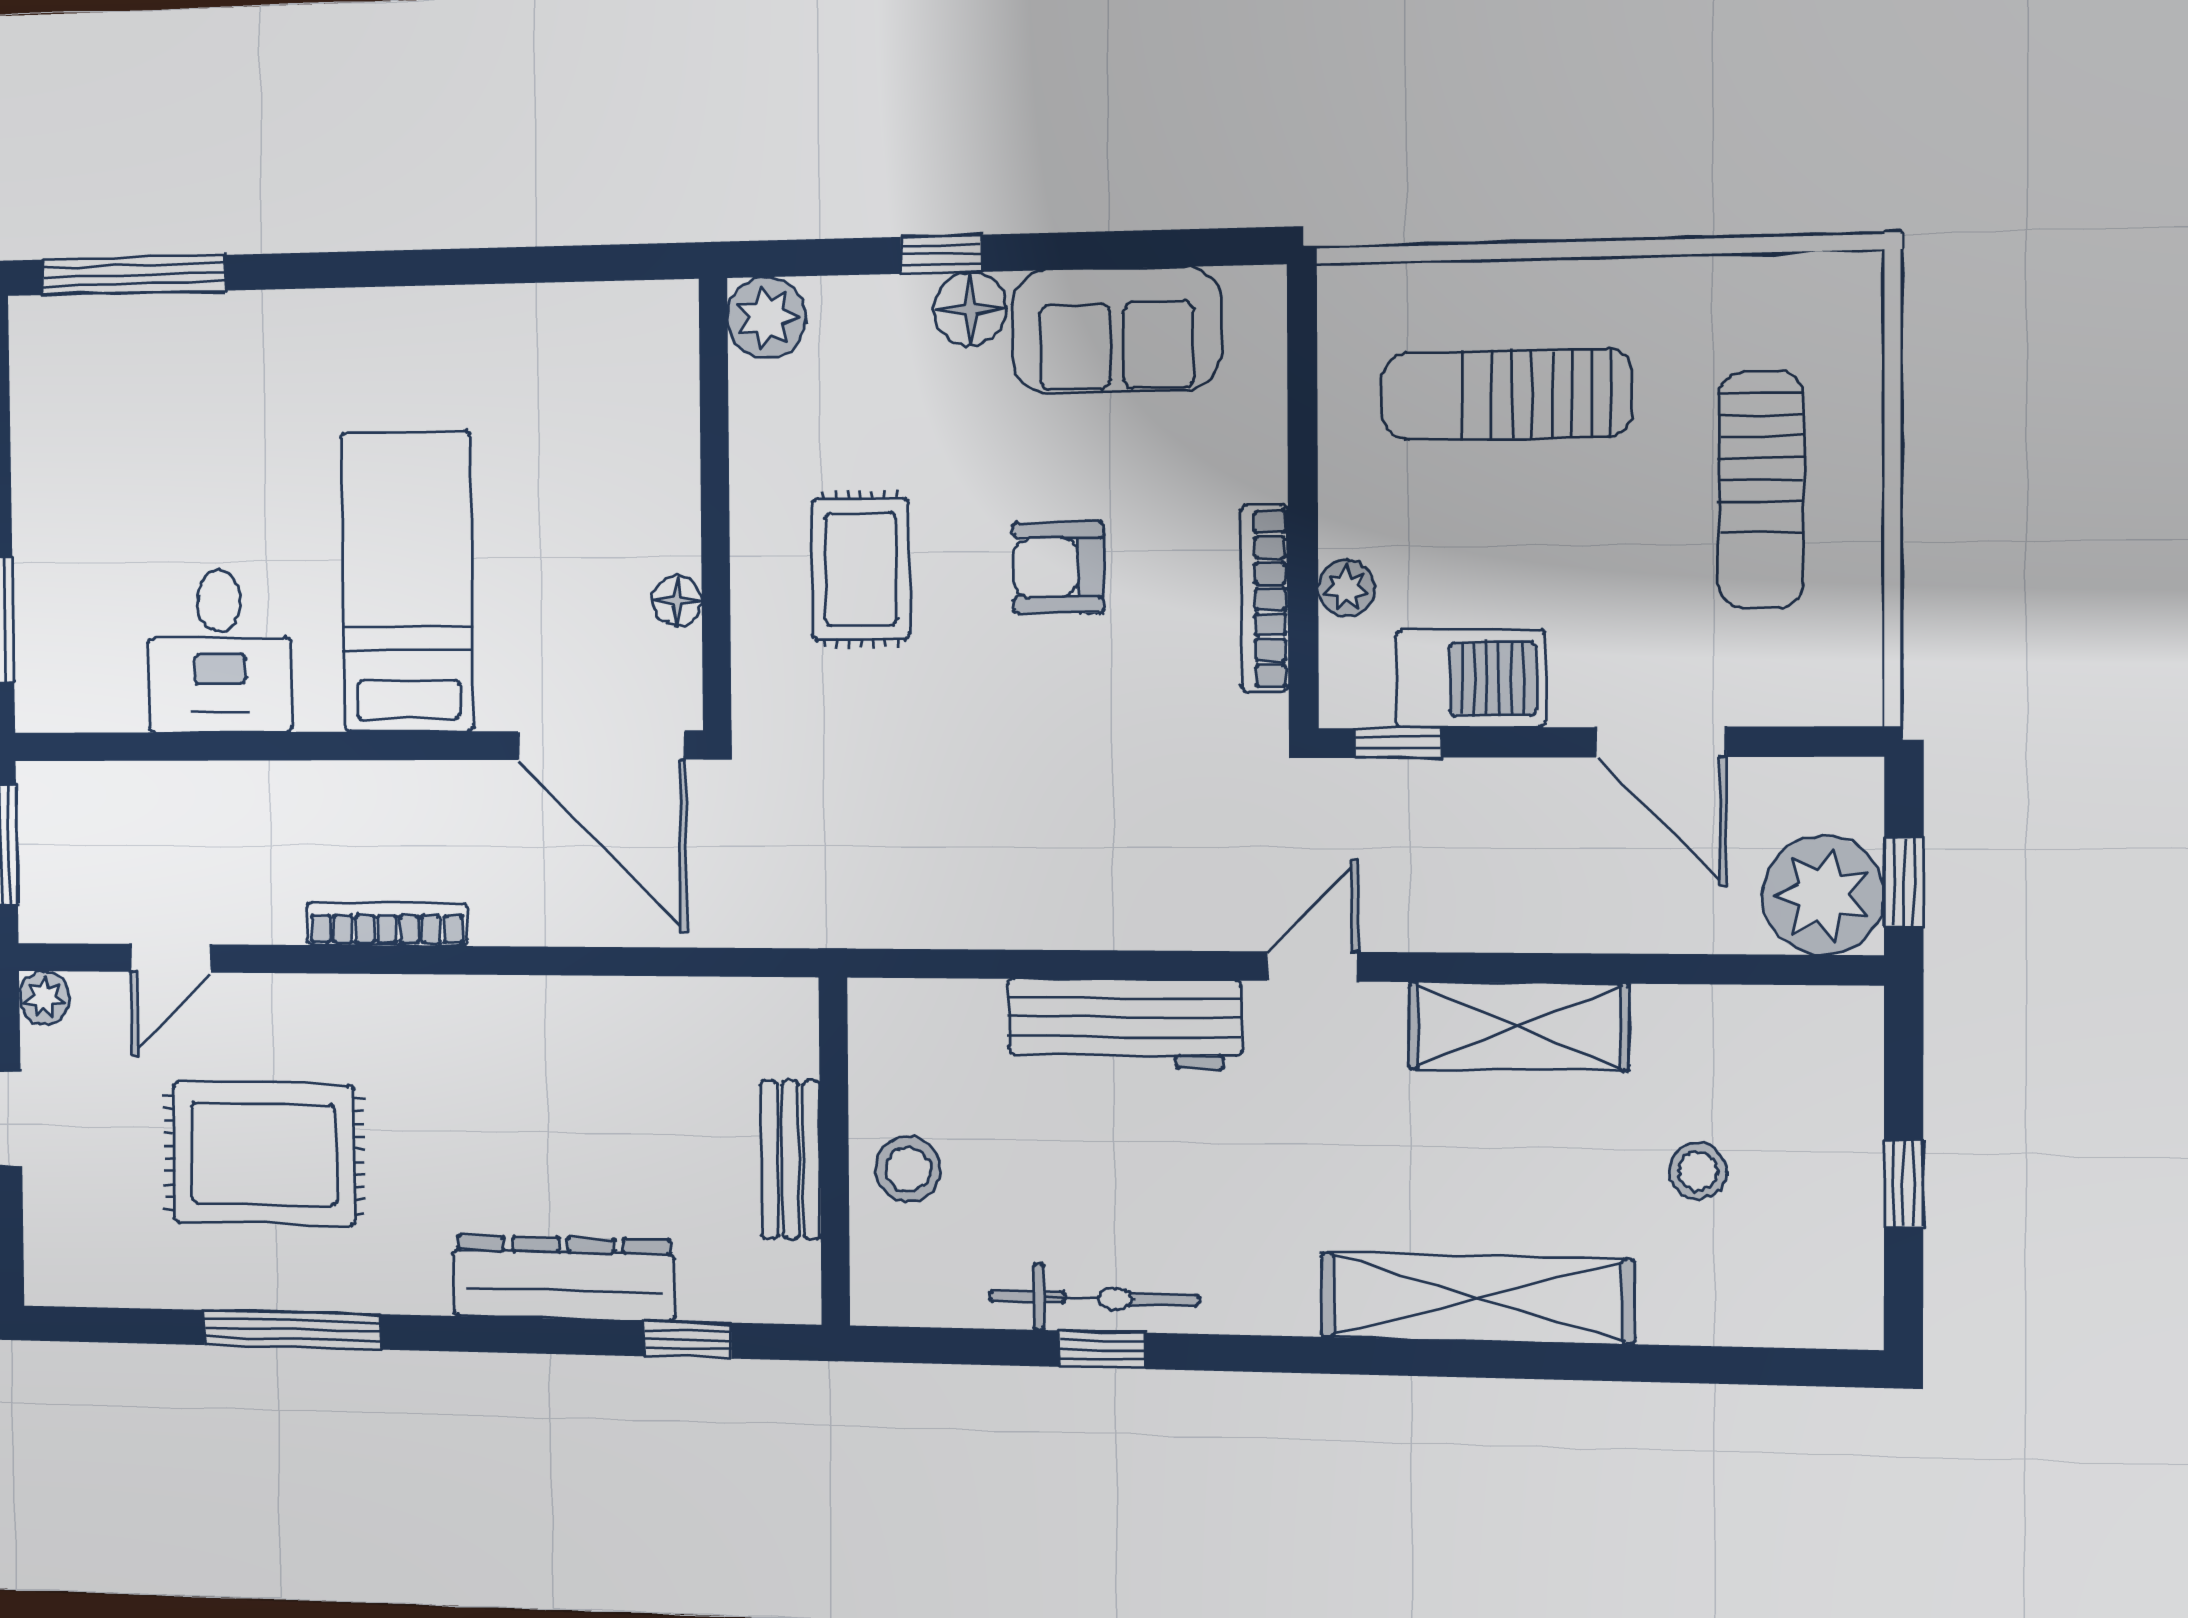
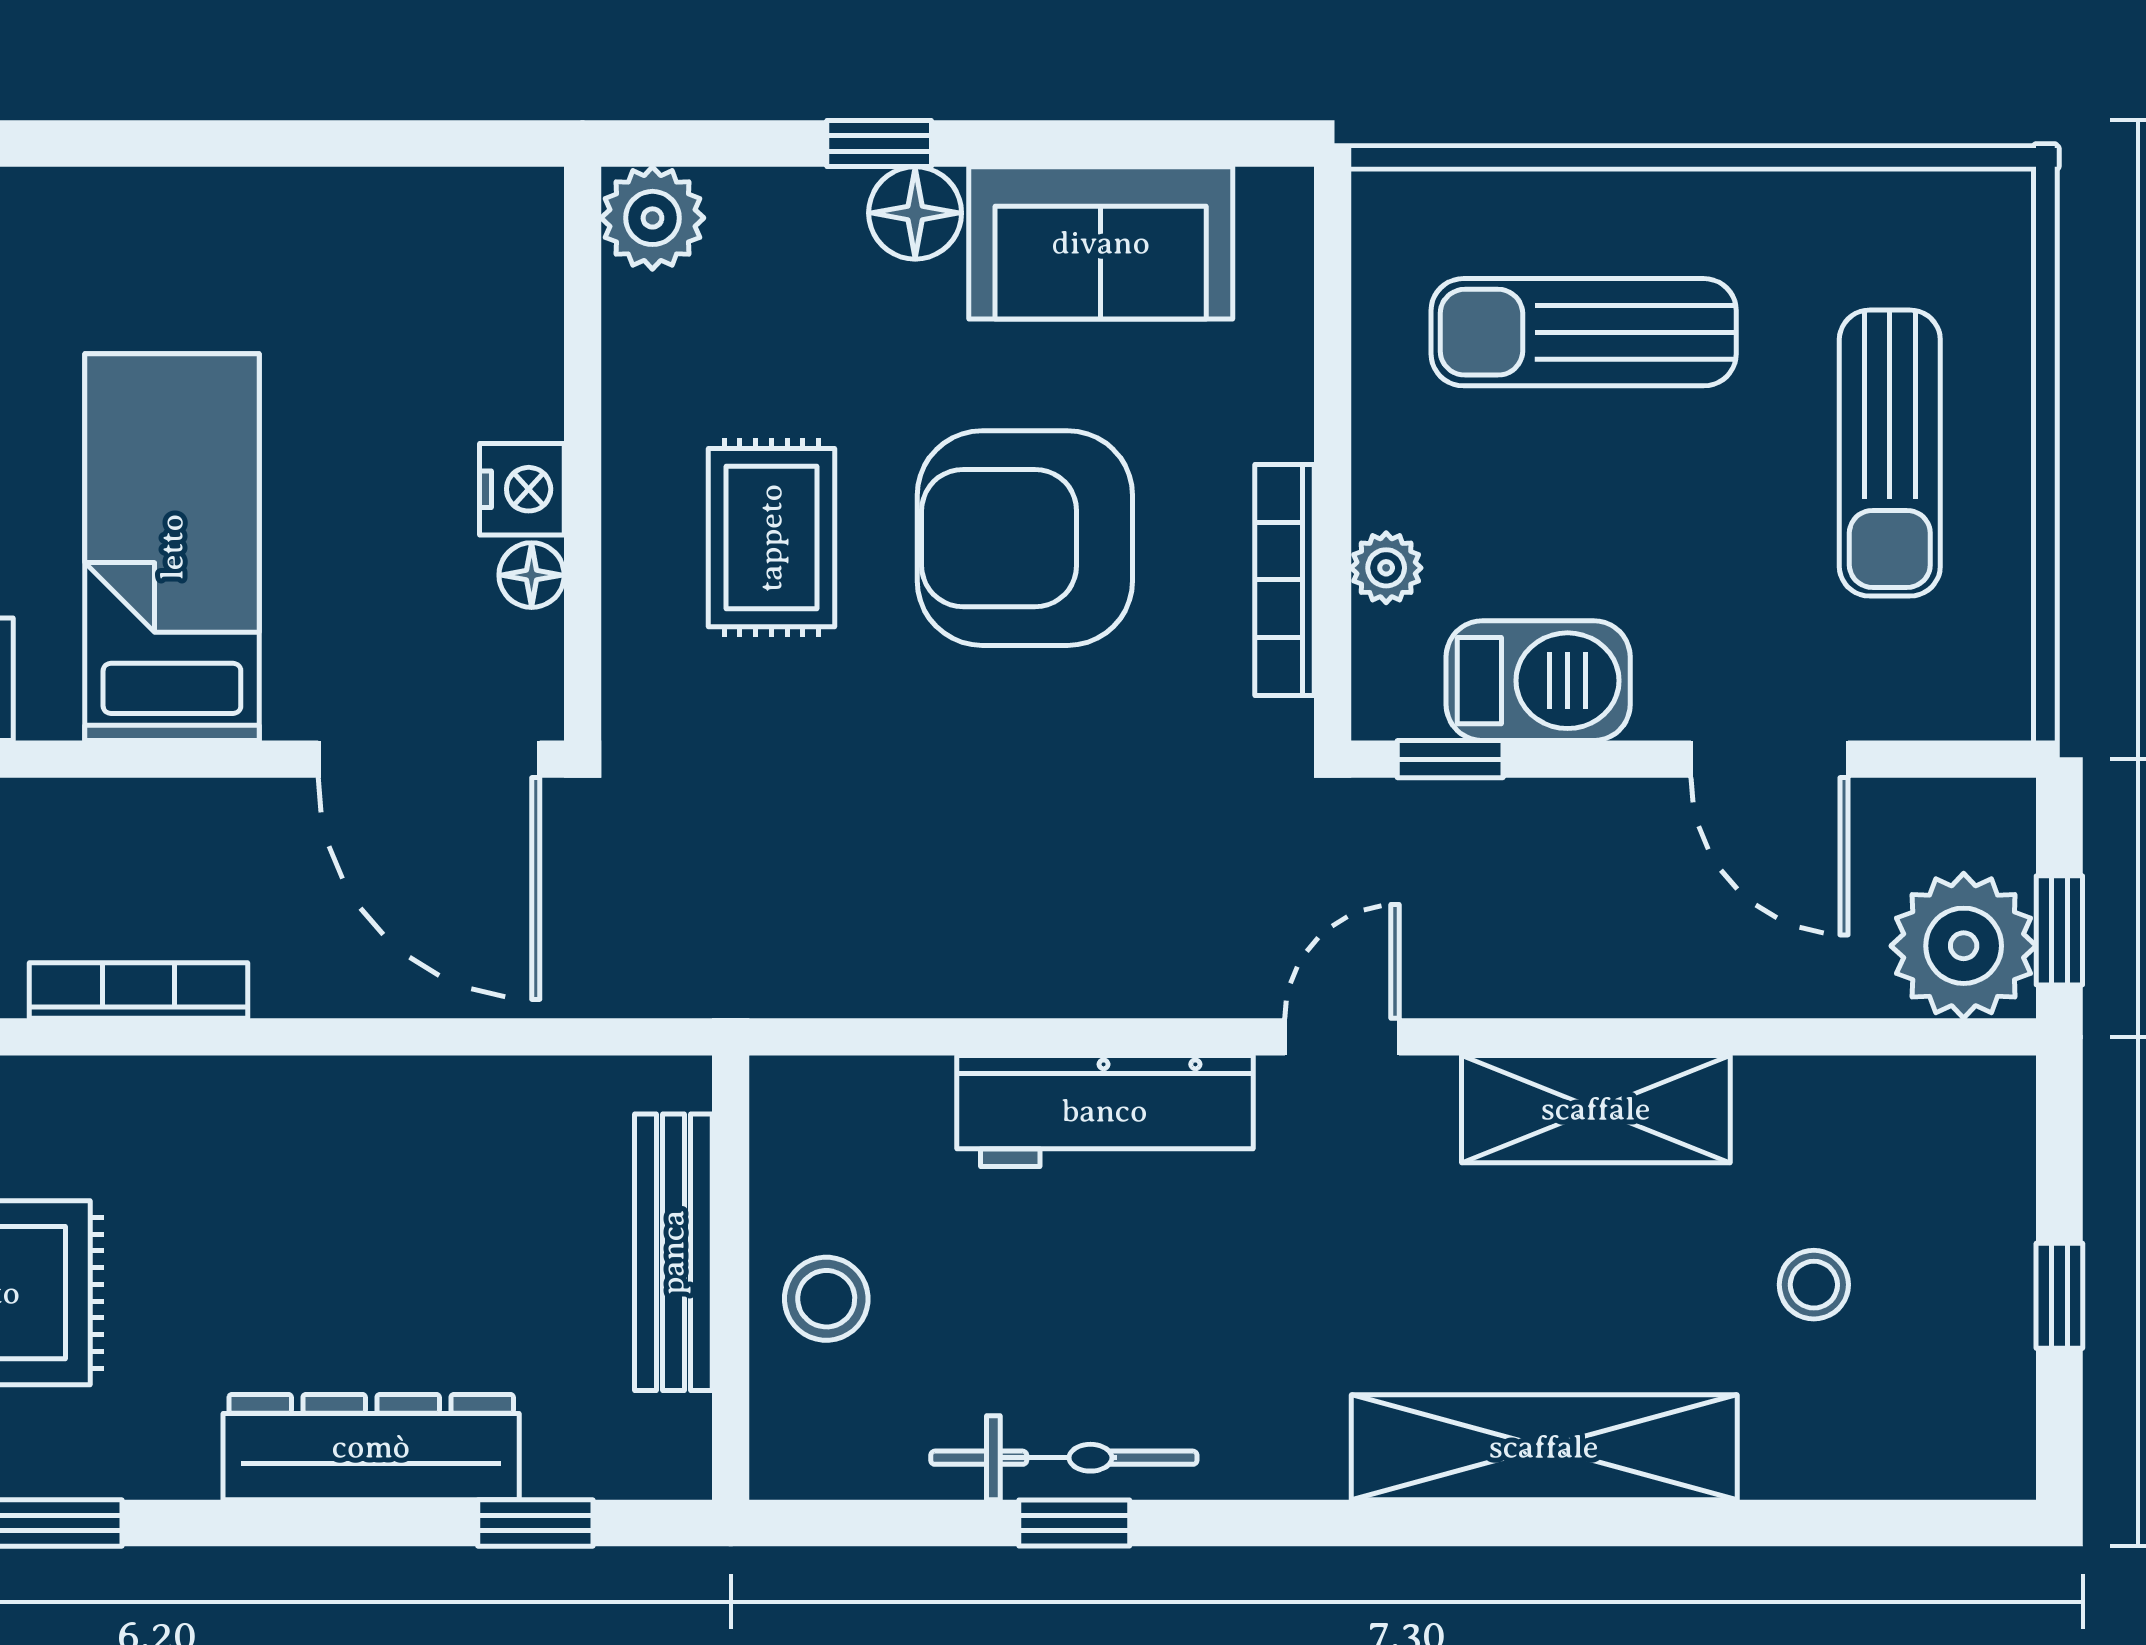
nightstand: (669, 533) -> (522, 489), added
armchair: (1058, 568) -> (1025, 538), width x1.88, depth x1.88
bench: (791, 1160) -> (673, 1252), width x1.36

